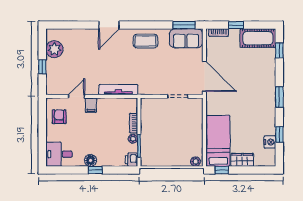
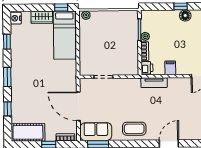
window: (279, 50) -> (8, 109), moved
door: (204, 76) -> (78, 106), moved
tv unit: (118, 90) -> (154, 83), width x0.71
filing cabinet: (91, 105) -> (170, 68), moved
nightstand: (270, 142) -> (16, 18), moved
printer: (131, 160) -> (147, 68), moved

